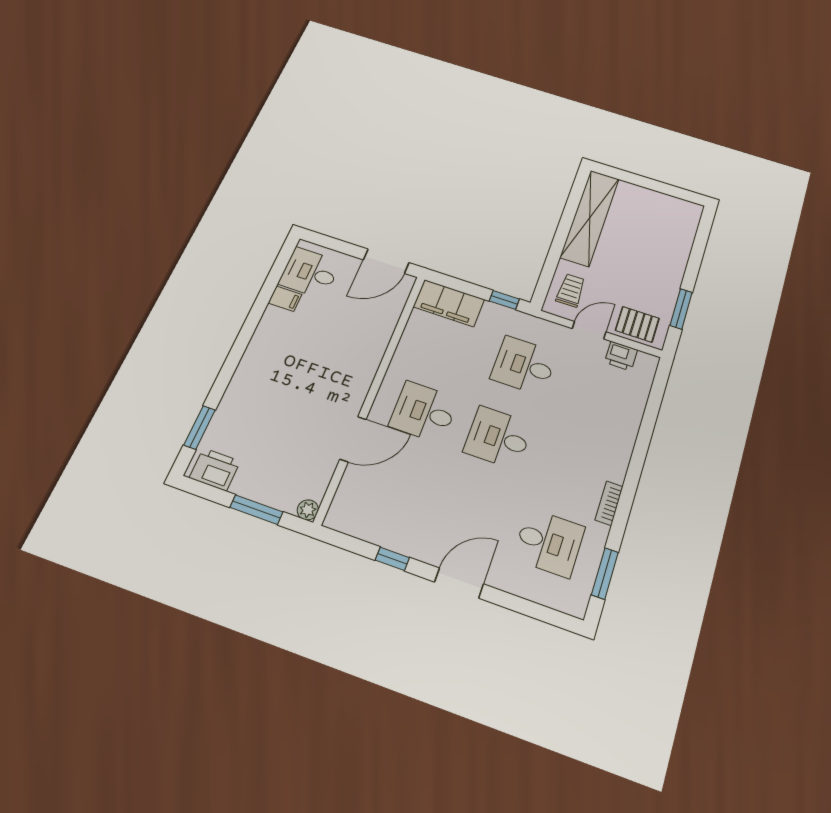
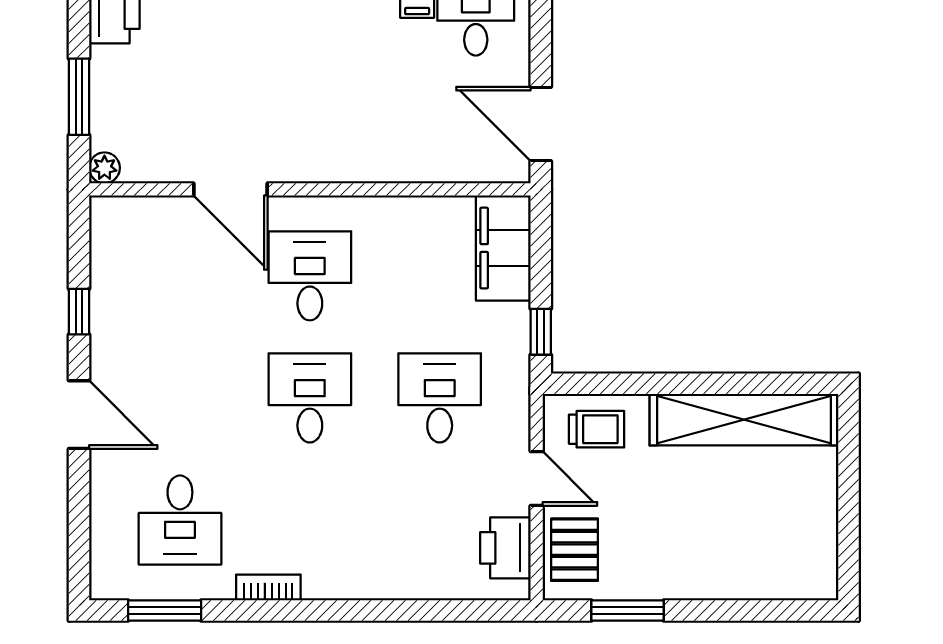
printer: (621, 356) -> (505, 548), width x1.36, depth x1.24

